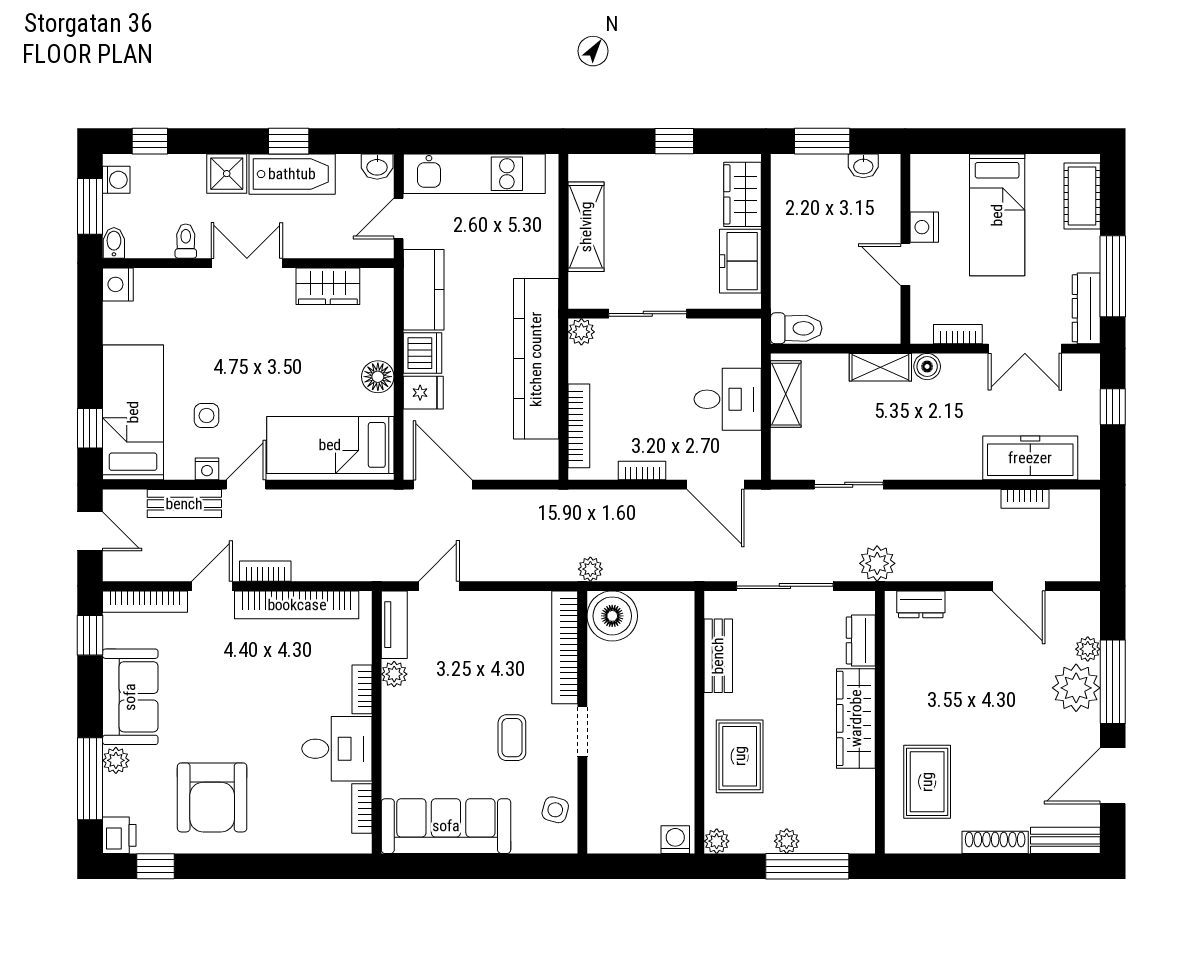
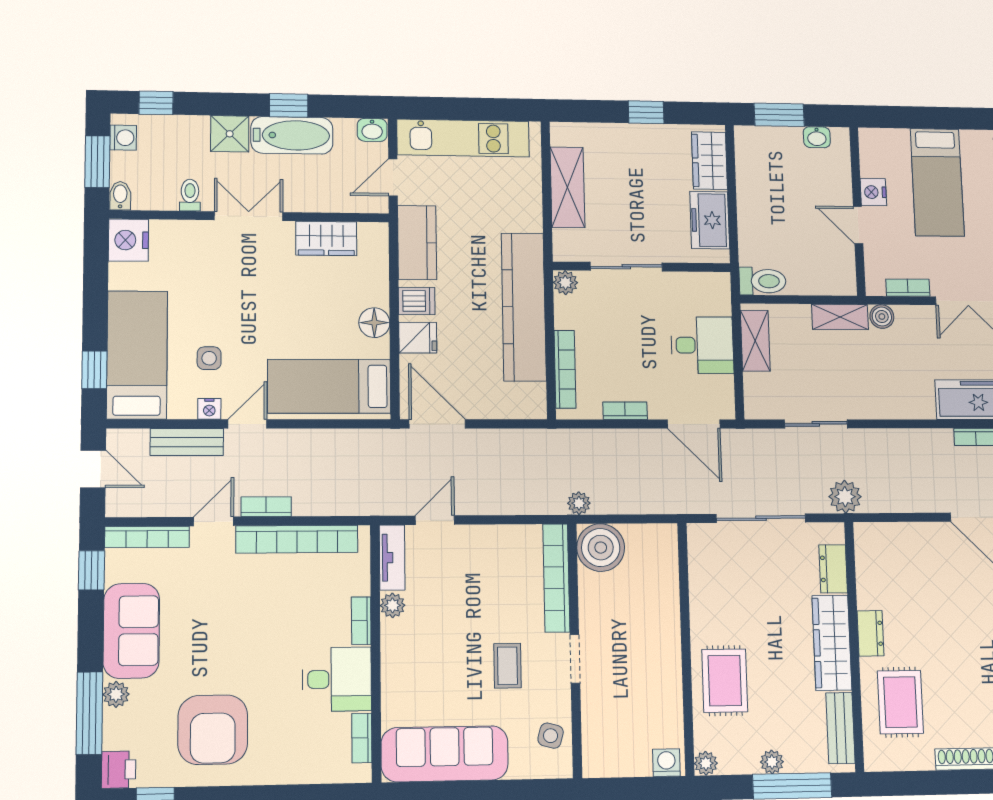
nightstand: (118, 284) -> (128, 240), width x1.36, depth x1.33
dishwasher: (423, 353) -> (417, 301), width x0.73
dresser: (921, 604) -> (870, 633), moved, turned -90
bench: (718, 656) -> (840, 728), moved

